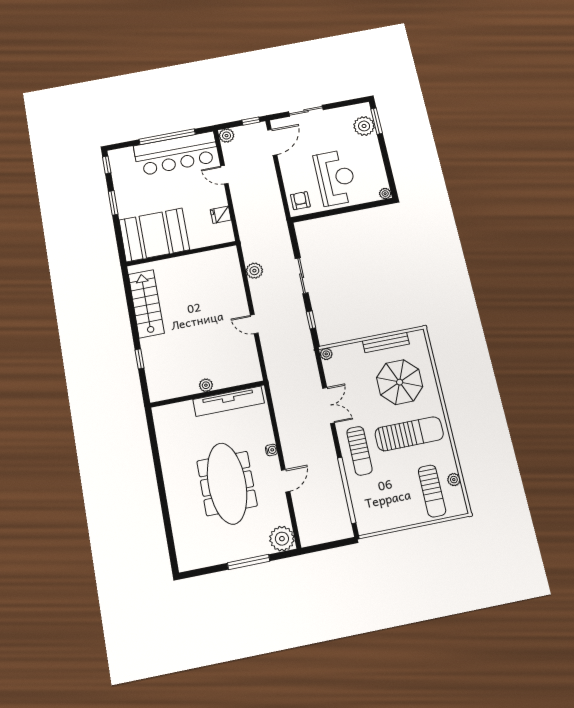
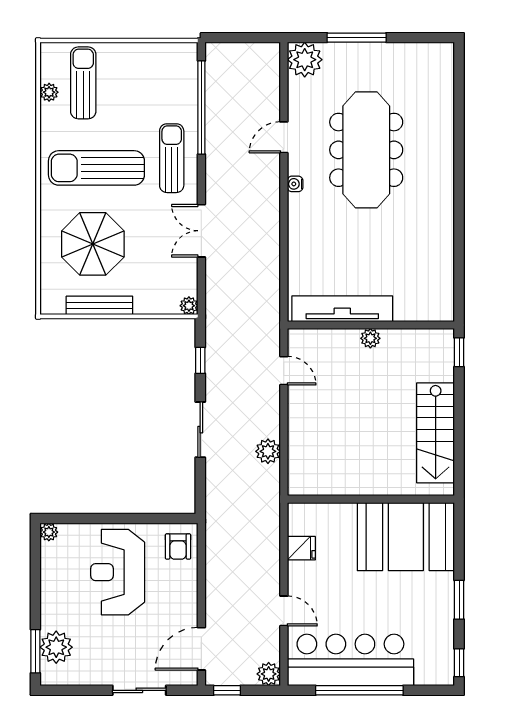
plant: (206, 385) -> (370, 338), moved
wall: (207, 394) -> (371, 325), moved
tv unit: (229, 401) -> (342, 309), moved

